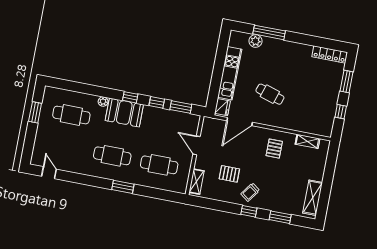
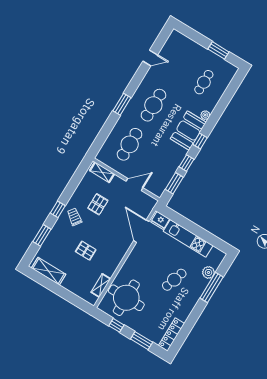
cafe table: (270, 94) -> (174, 280), moved
round table: (310, 112) -> (126, 298), added
cafe table: (71, 115) -> (204, 82), width x0.73, depth x0.74
pallet: (274, 149) -> (86, 251), moved
door: (49, 173) -> (150, 58), moved

